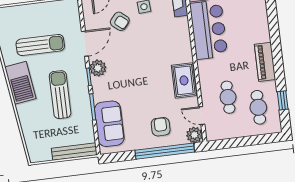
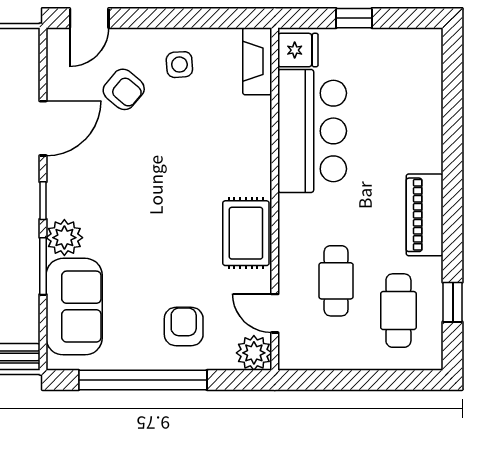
plant: (98, 68) -> (64, 238), moved
window: (165, 151) -> (143, 380), moved

